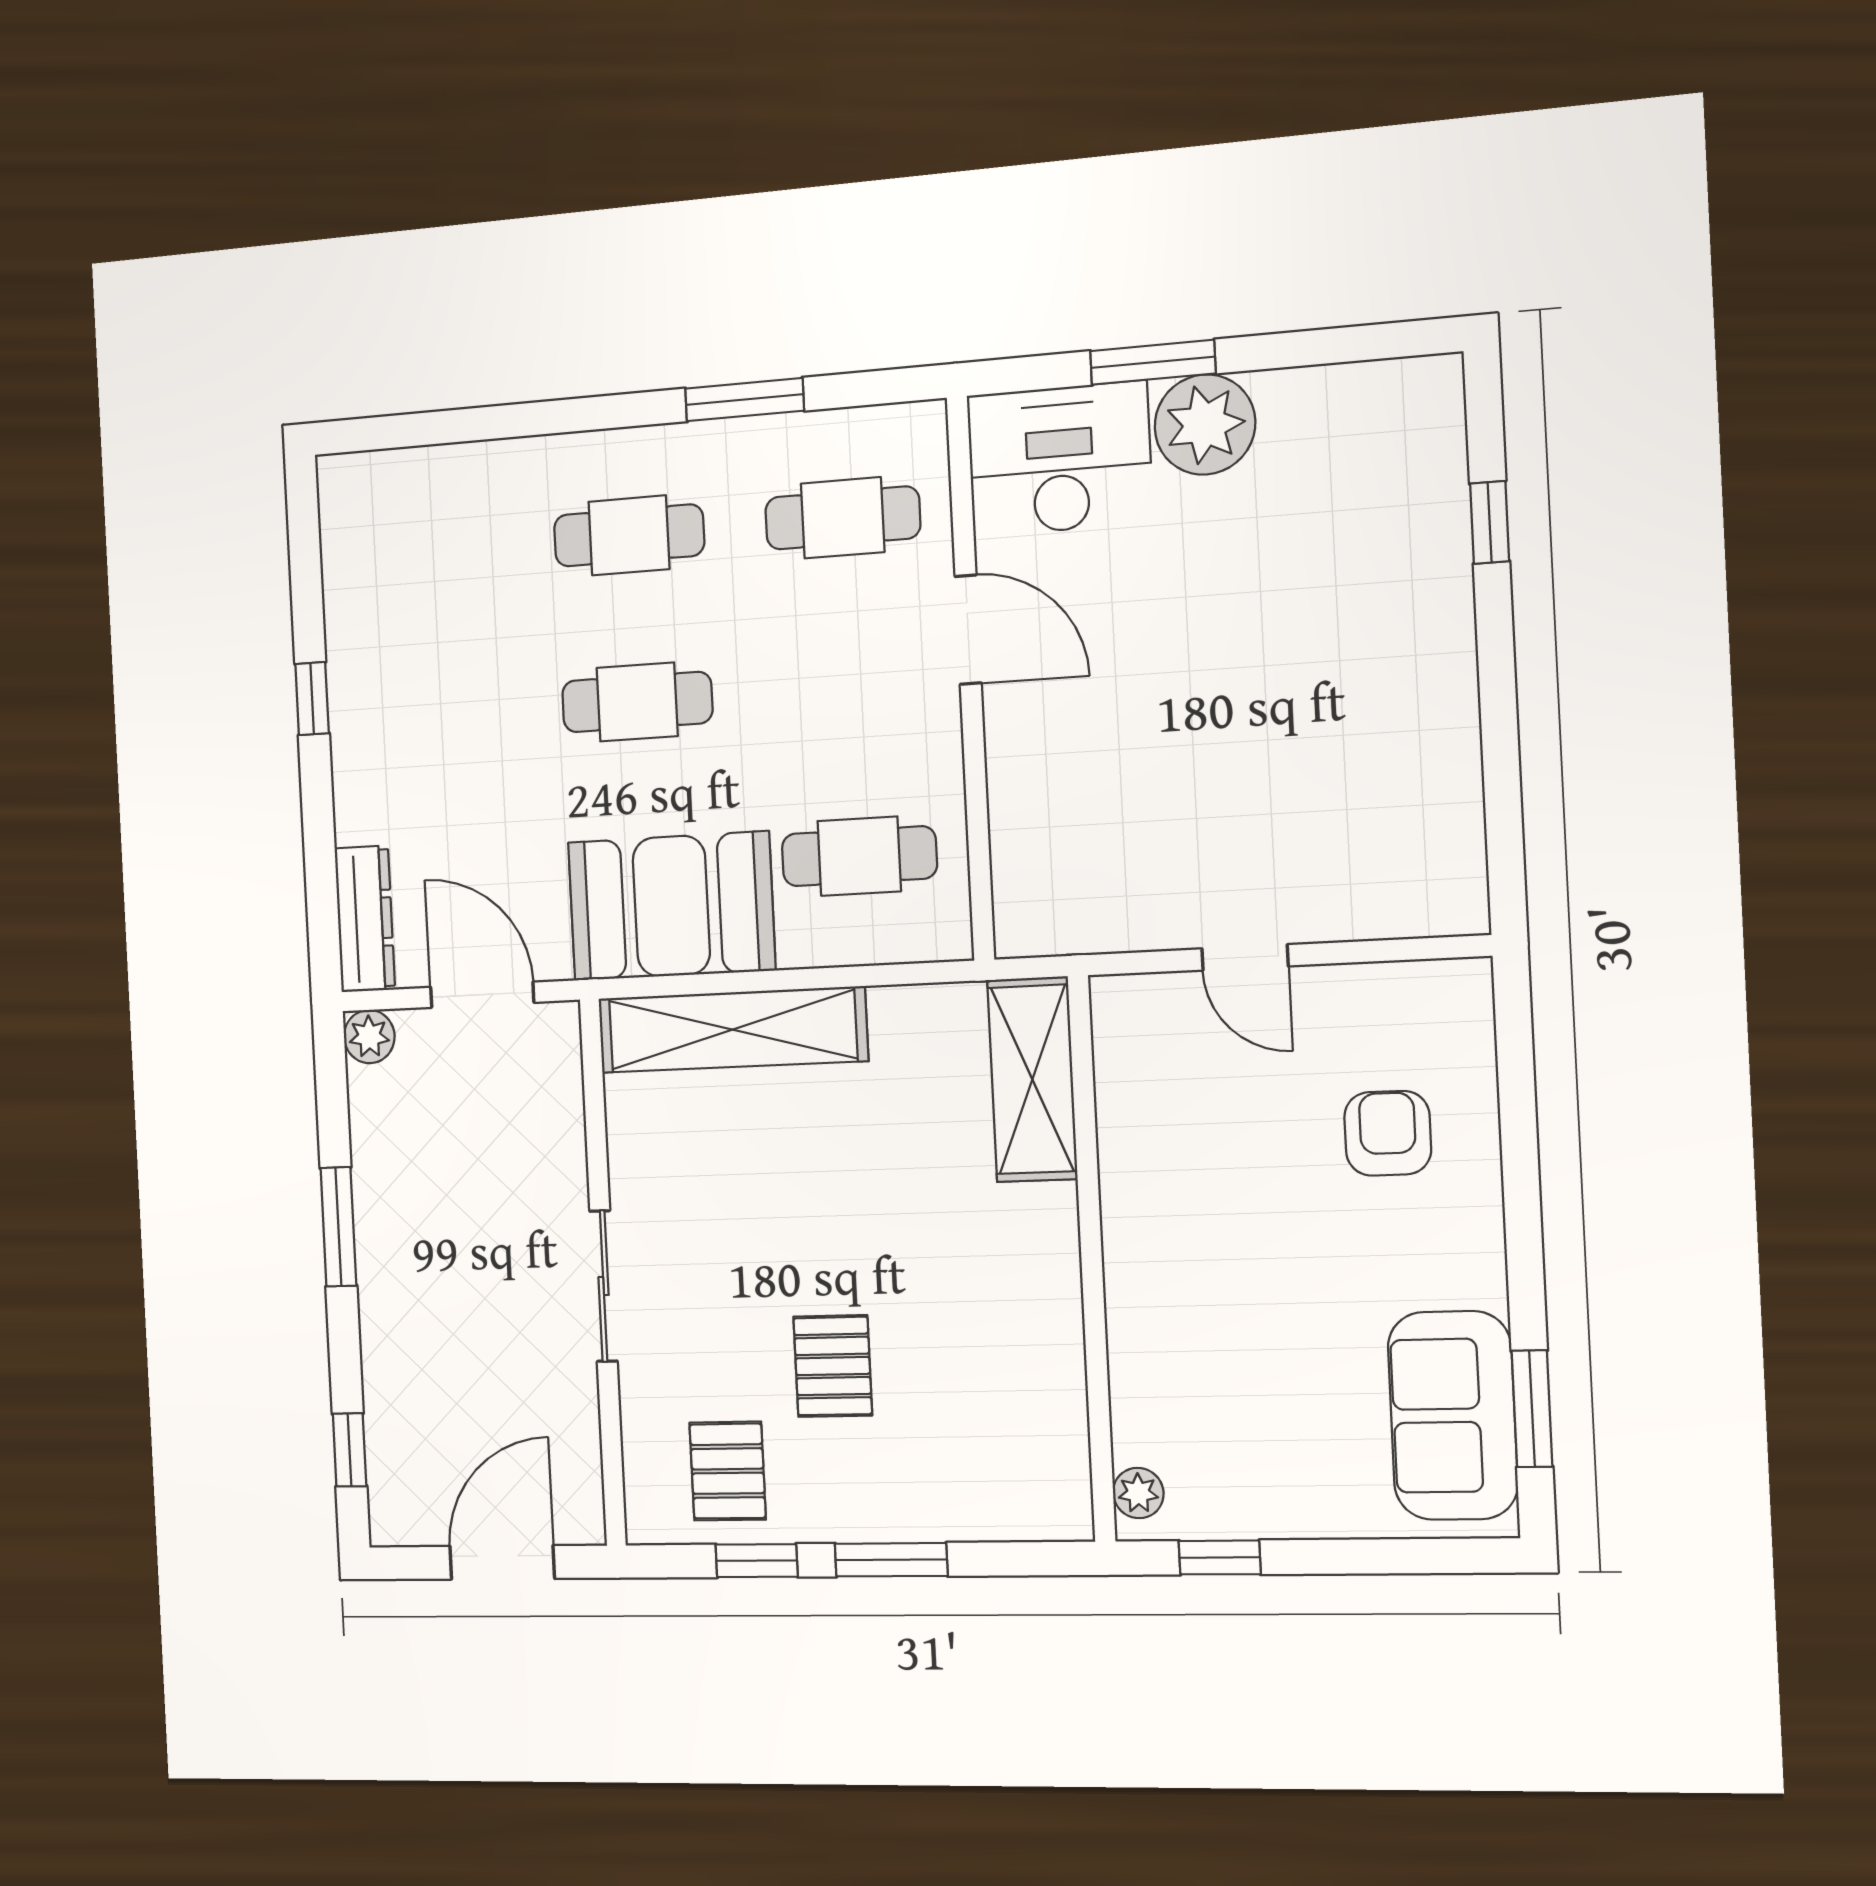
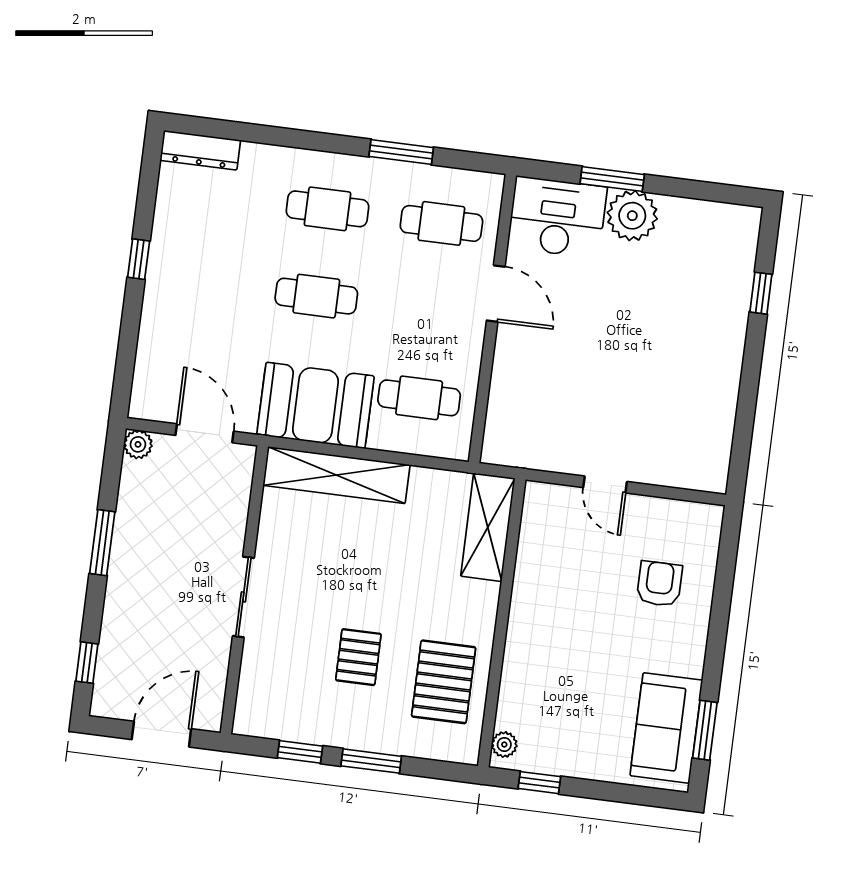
dresser: (365, 919) -> (200, 150), moved, turned 90
pallet: (728, 1471) -> (444, 682), moved, width x1.50, depth x1.42

